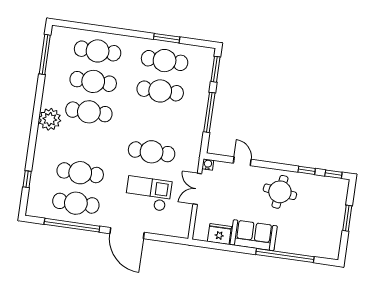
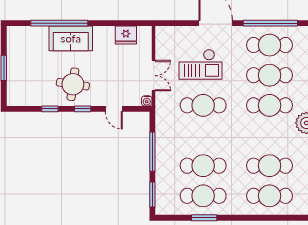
cafe table: (89, 112) -> (270, 105), moved
window: (333, 174) -> (83, 109), moved
sofa: (254, 235) -> (71, 38), moved

